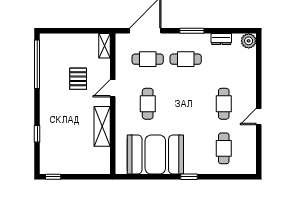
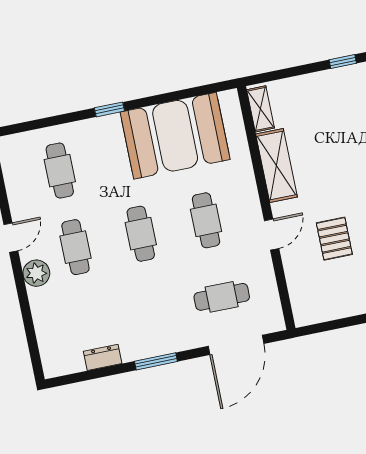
plant: (249, 41) -> (36, 273), moved
shelving: (104, 46) -> (260, 109), moved
cafe table: (186, 59) -> (141, 234), moved, turned 90

